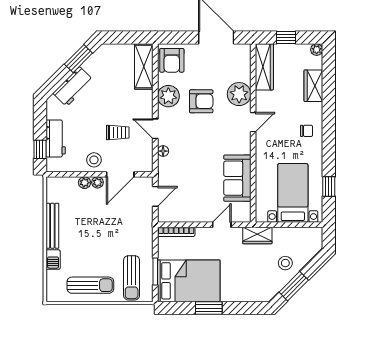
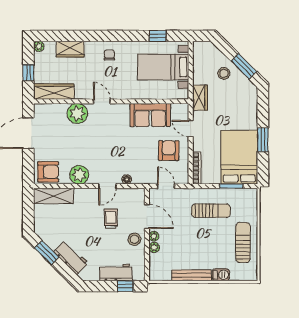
armchair: (201, 101) -> (169, 151), moved
sun lounger: (132, 278) -> (211, 211), moved

